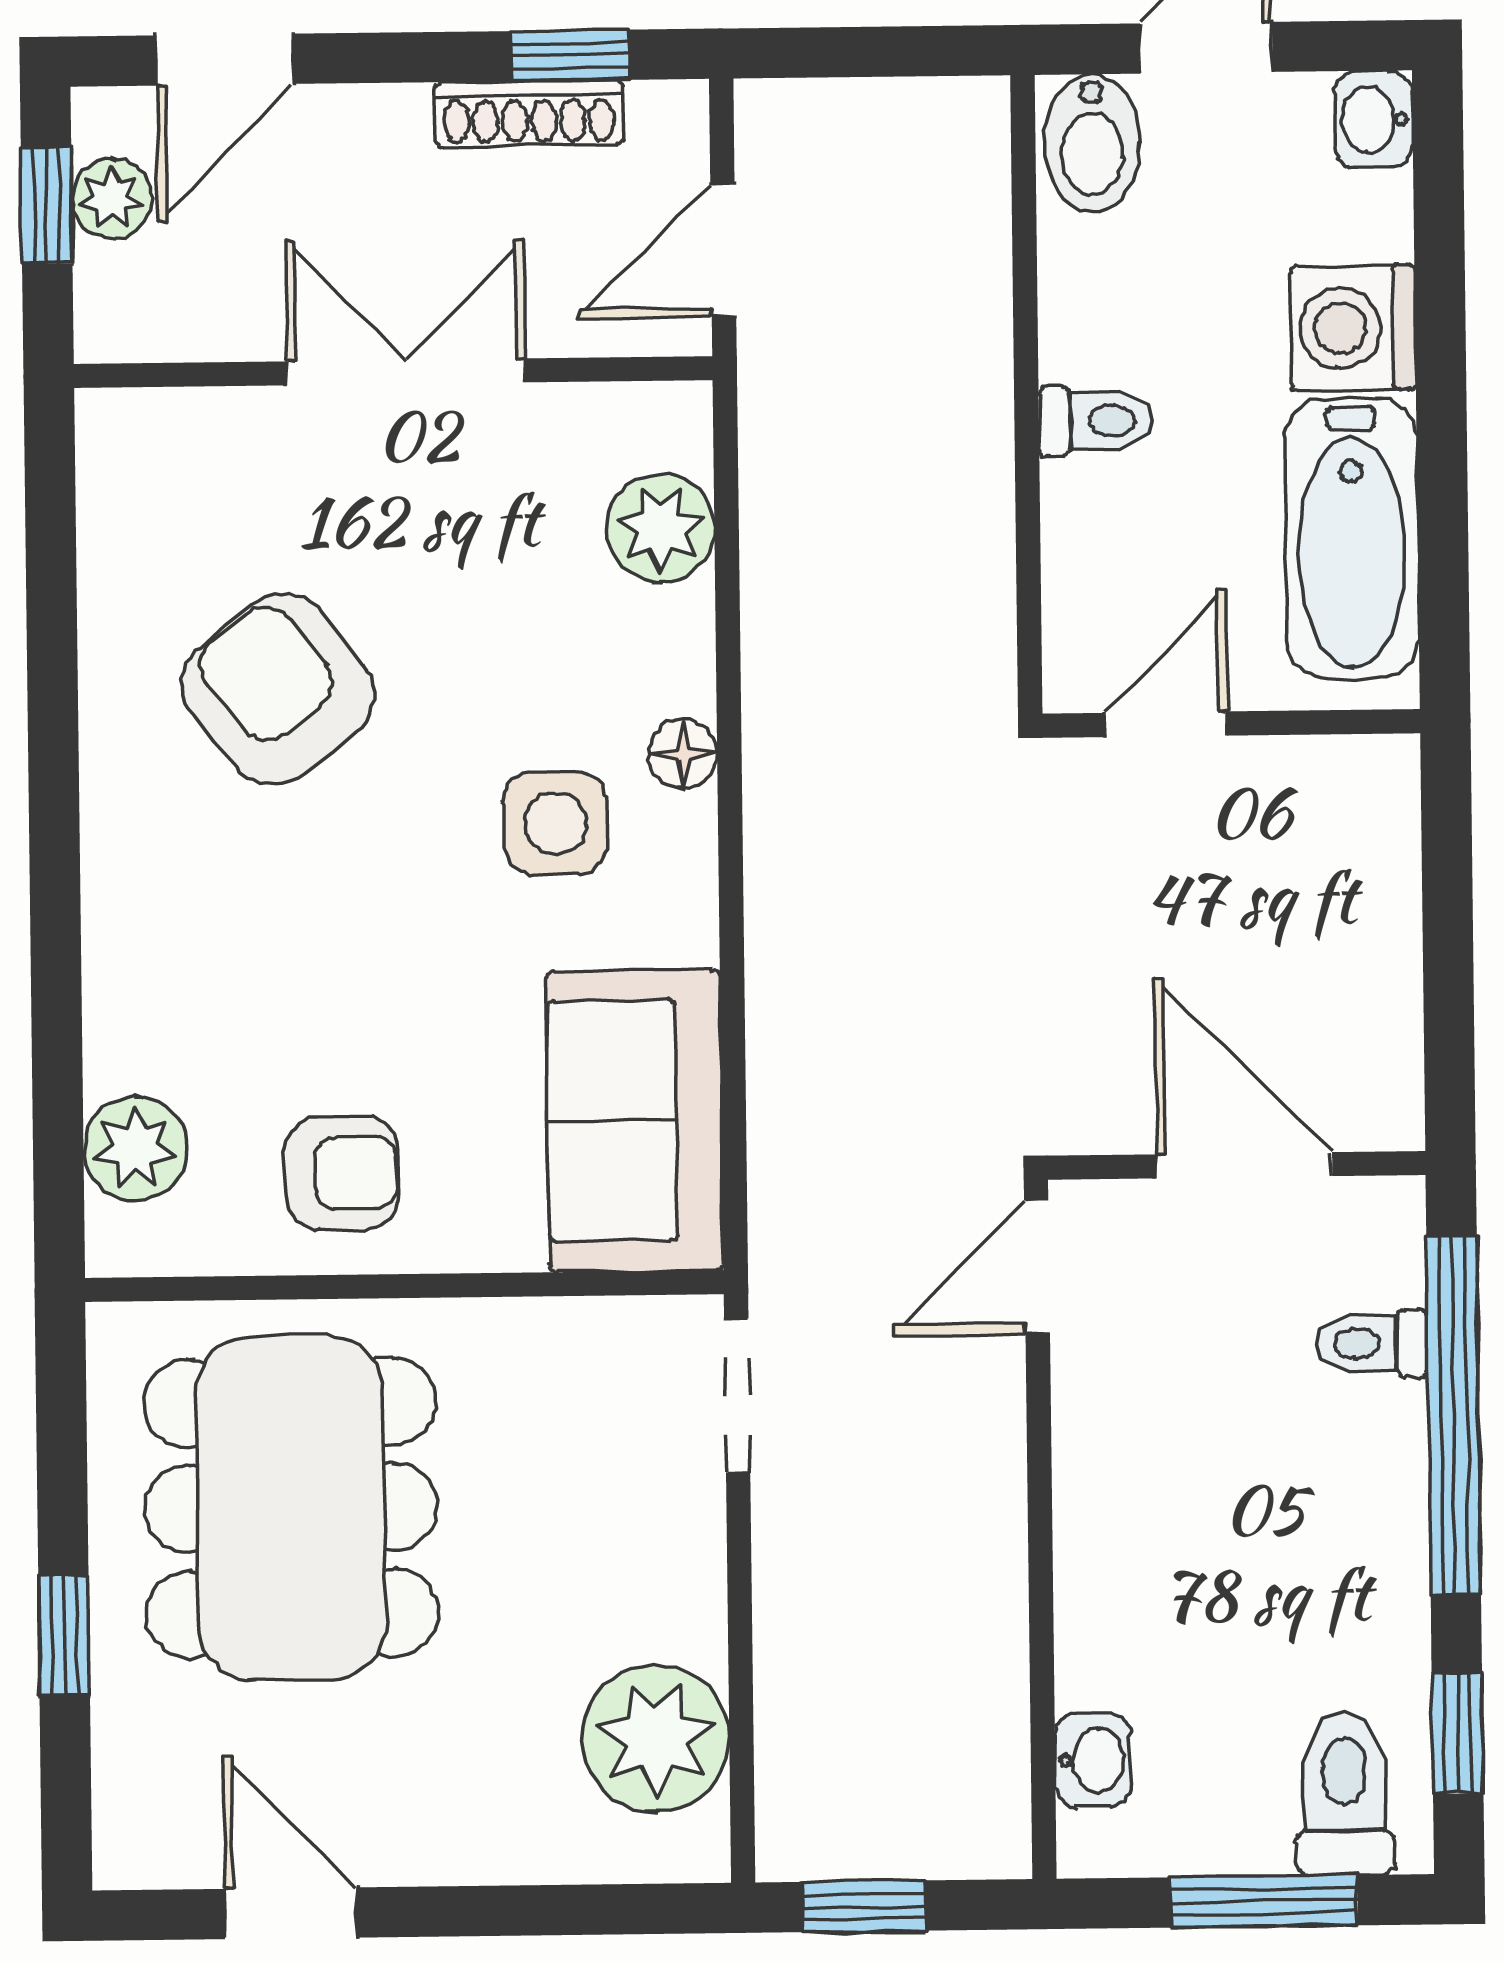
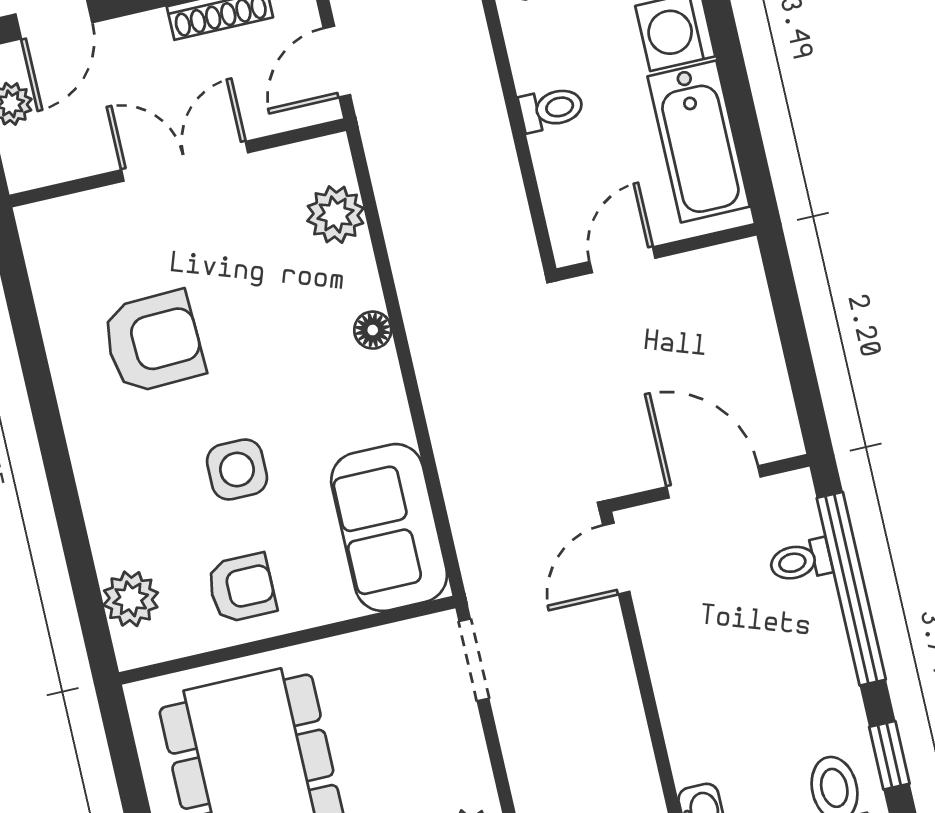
armchair: (278, 689) -> (153, 342), turned 126
side table: (555, 823) -> (237, 470), moved

